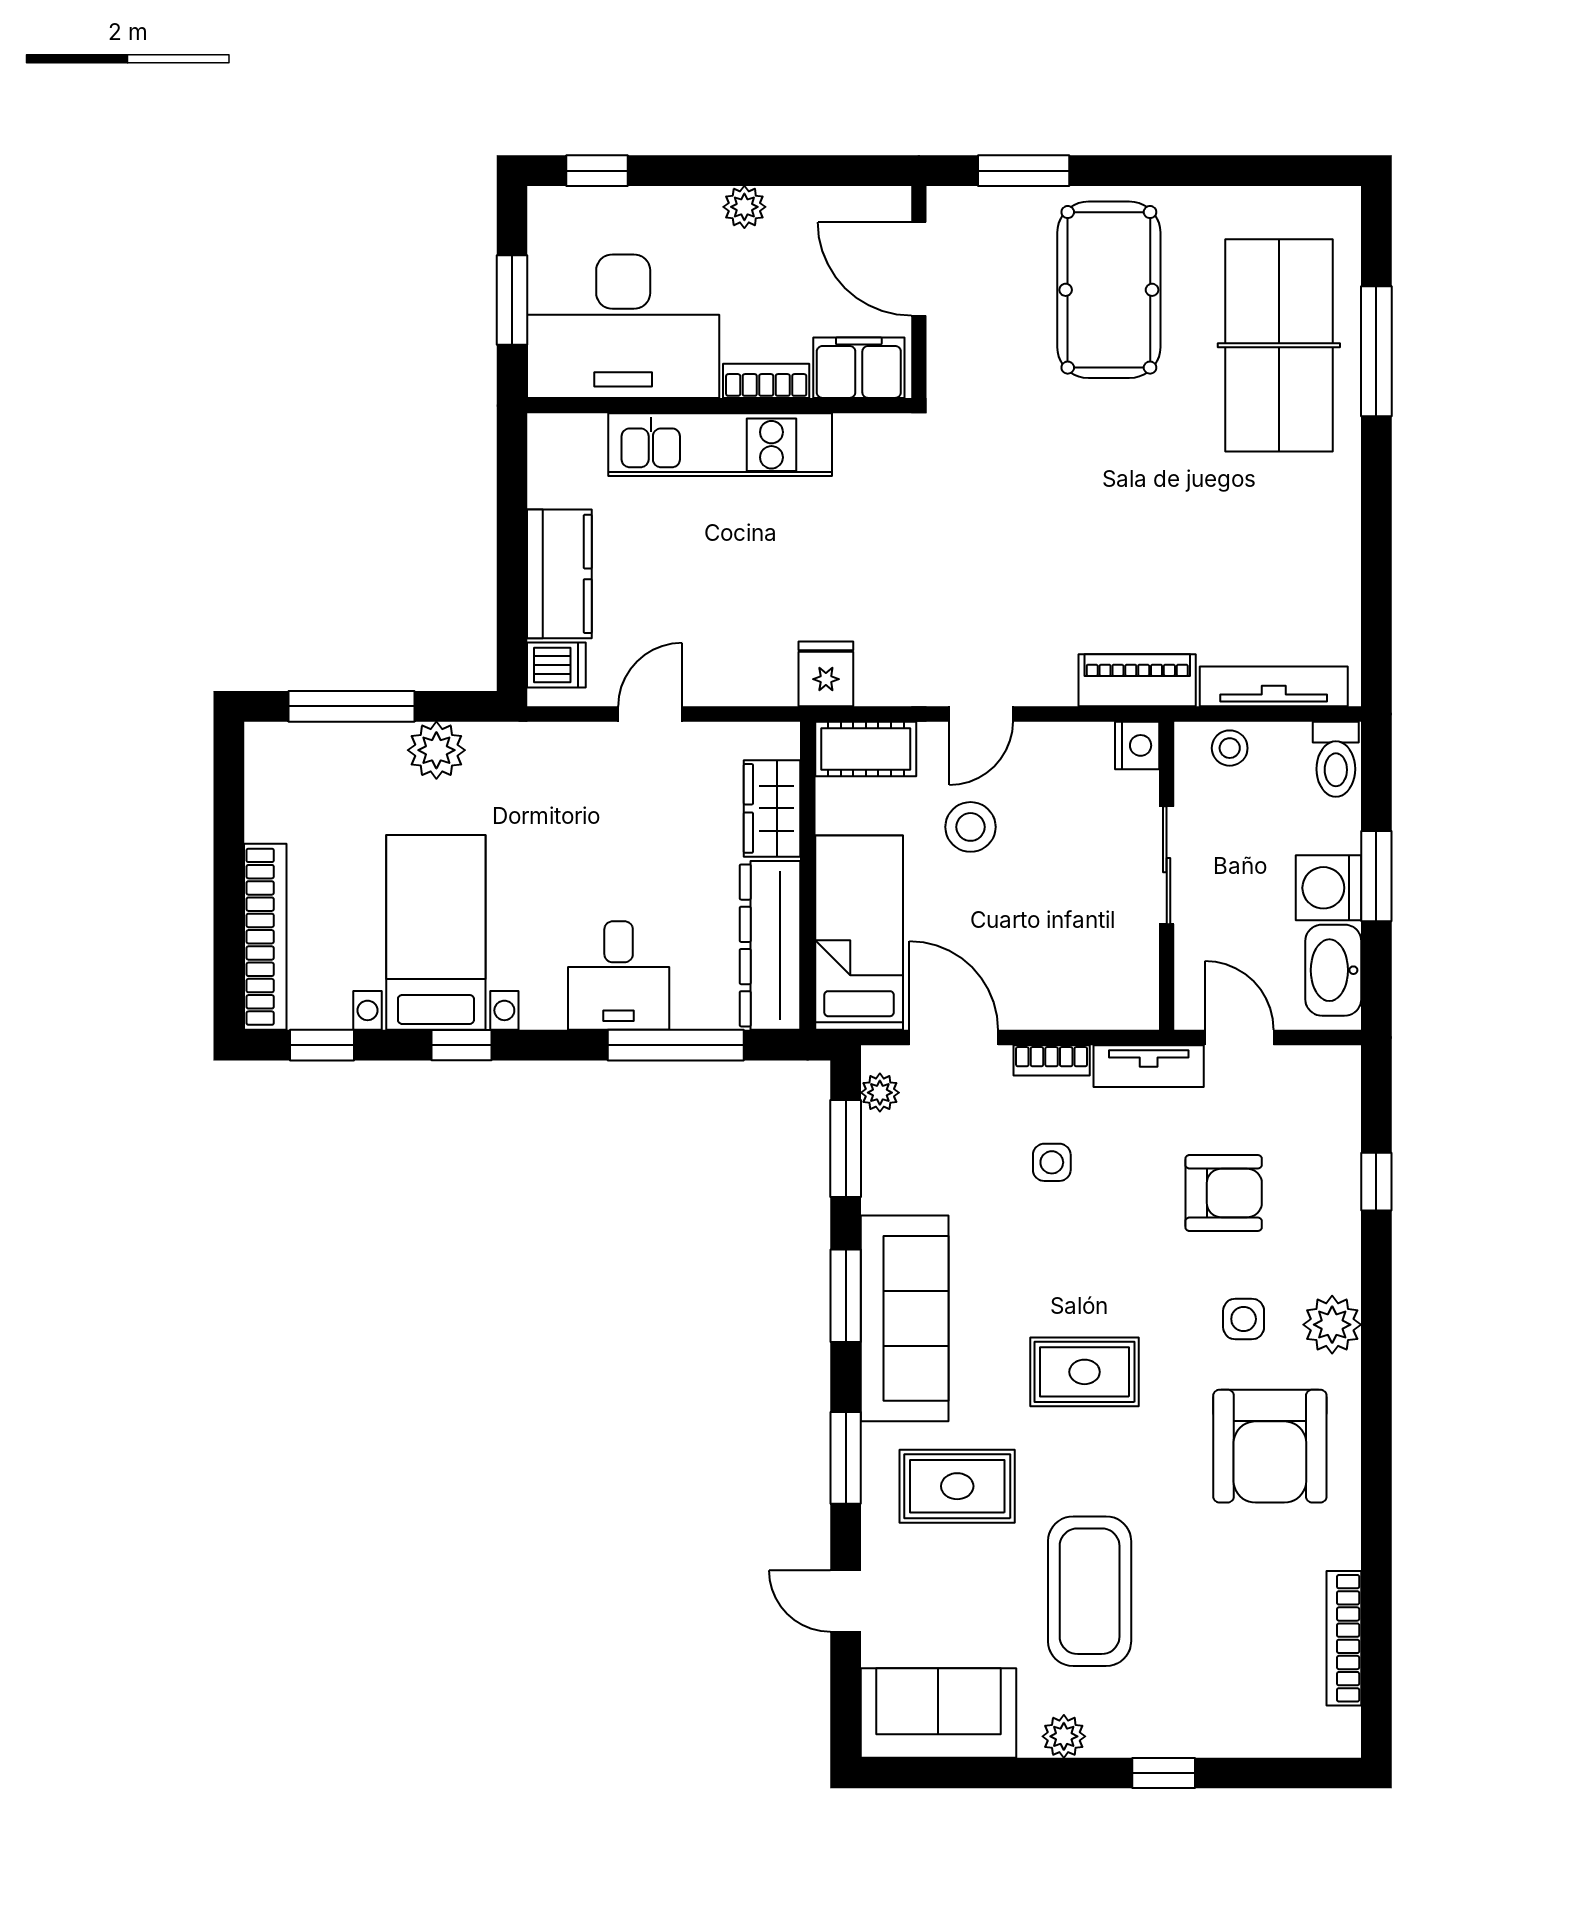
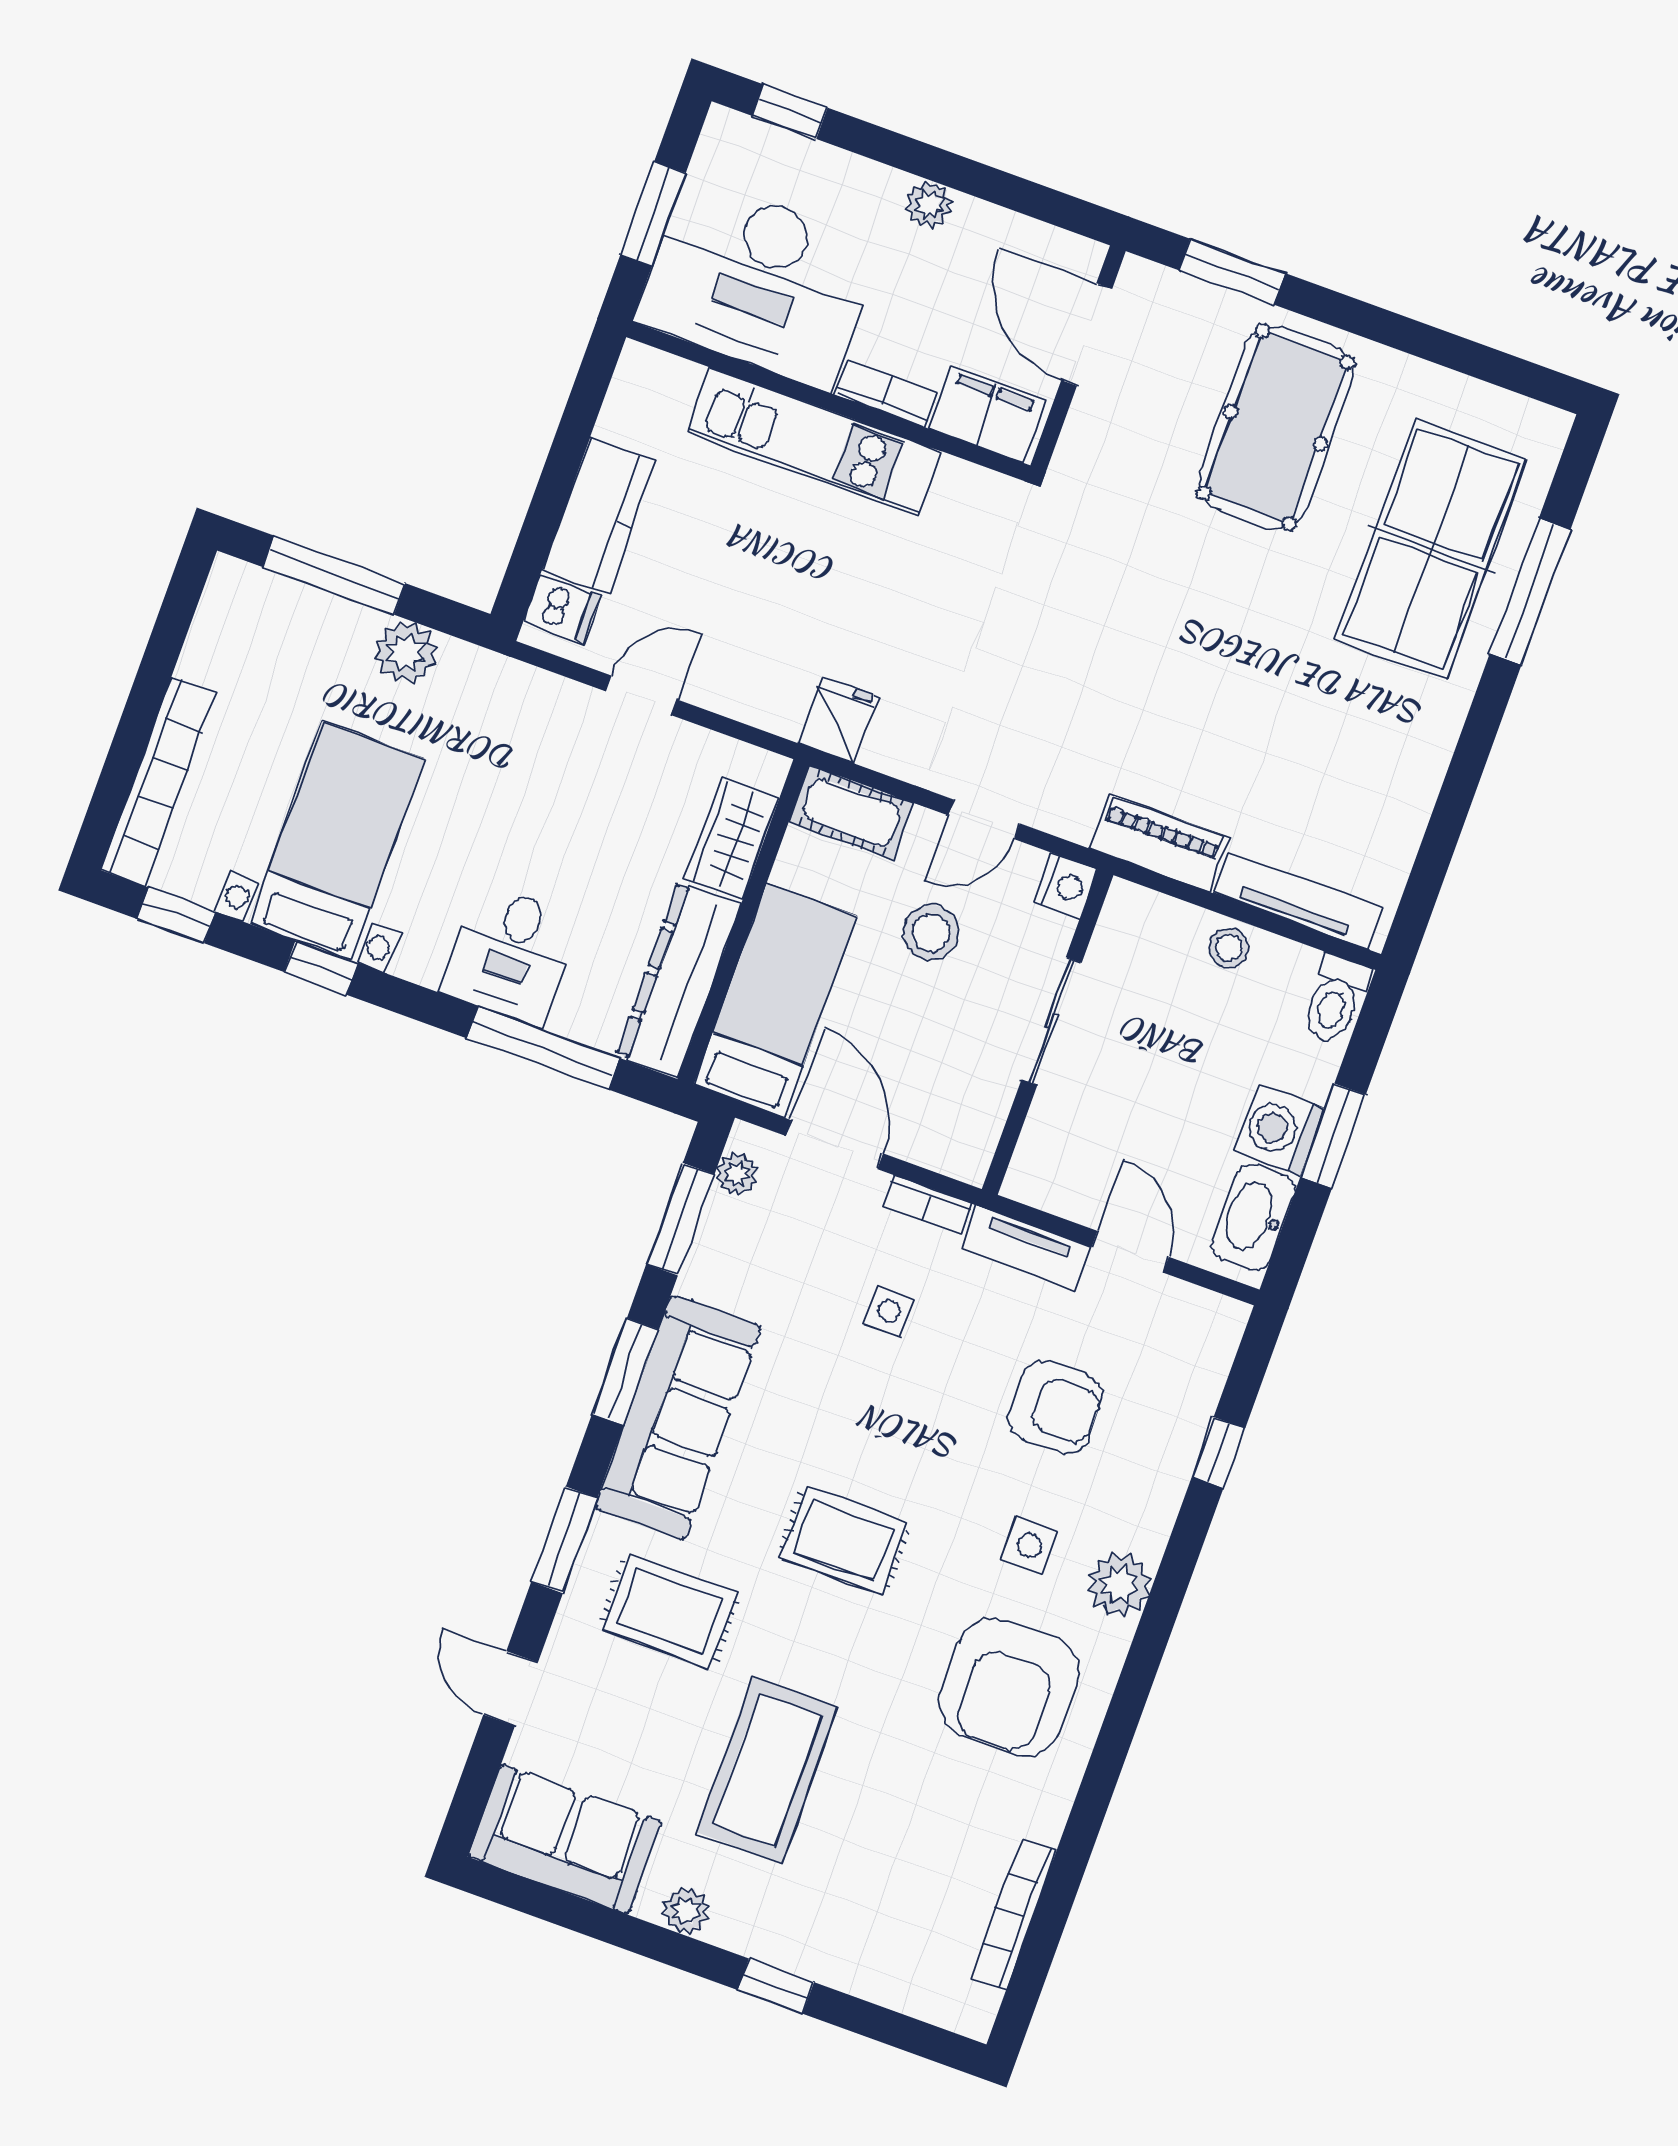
nightstand: (1137, 745) -> (1066, 886), moved
sliding door: (1167, 865) -> (1052, 1021), moved
wall: (1167, 876) -> (1048, 1032), moved

